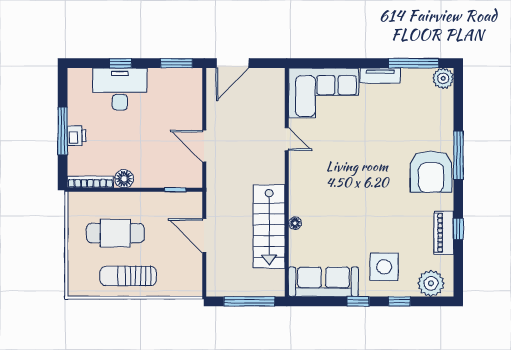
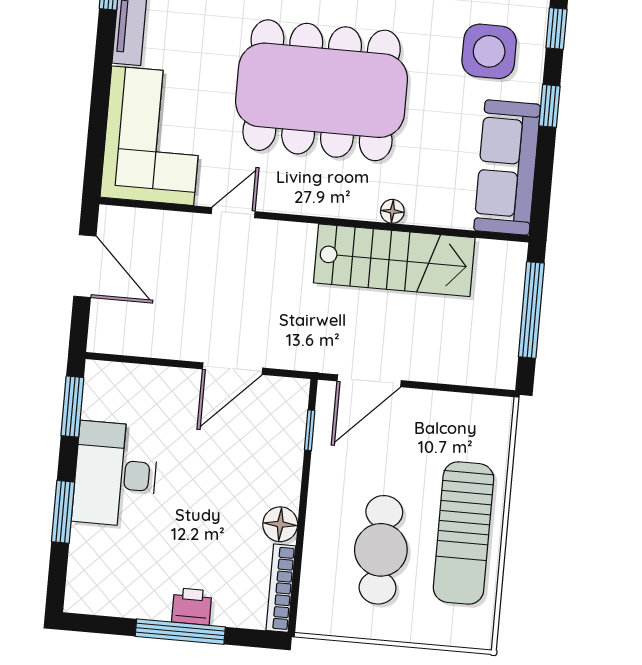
window: (120, 63) -> (63, 512), width x1.50
door: (233, 63) -> (85, 266), moved
desk: (120, 89) -> (115, 474), moved
dining table: (356, 180) -> (322, 90), added
door: (204, 236) -> (369, 381), moved
sun lounger: (128, 276) -> (463, 533), width x1.36, depth x1.34

